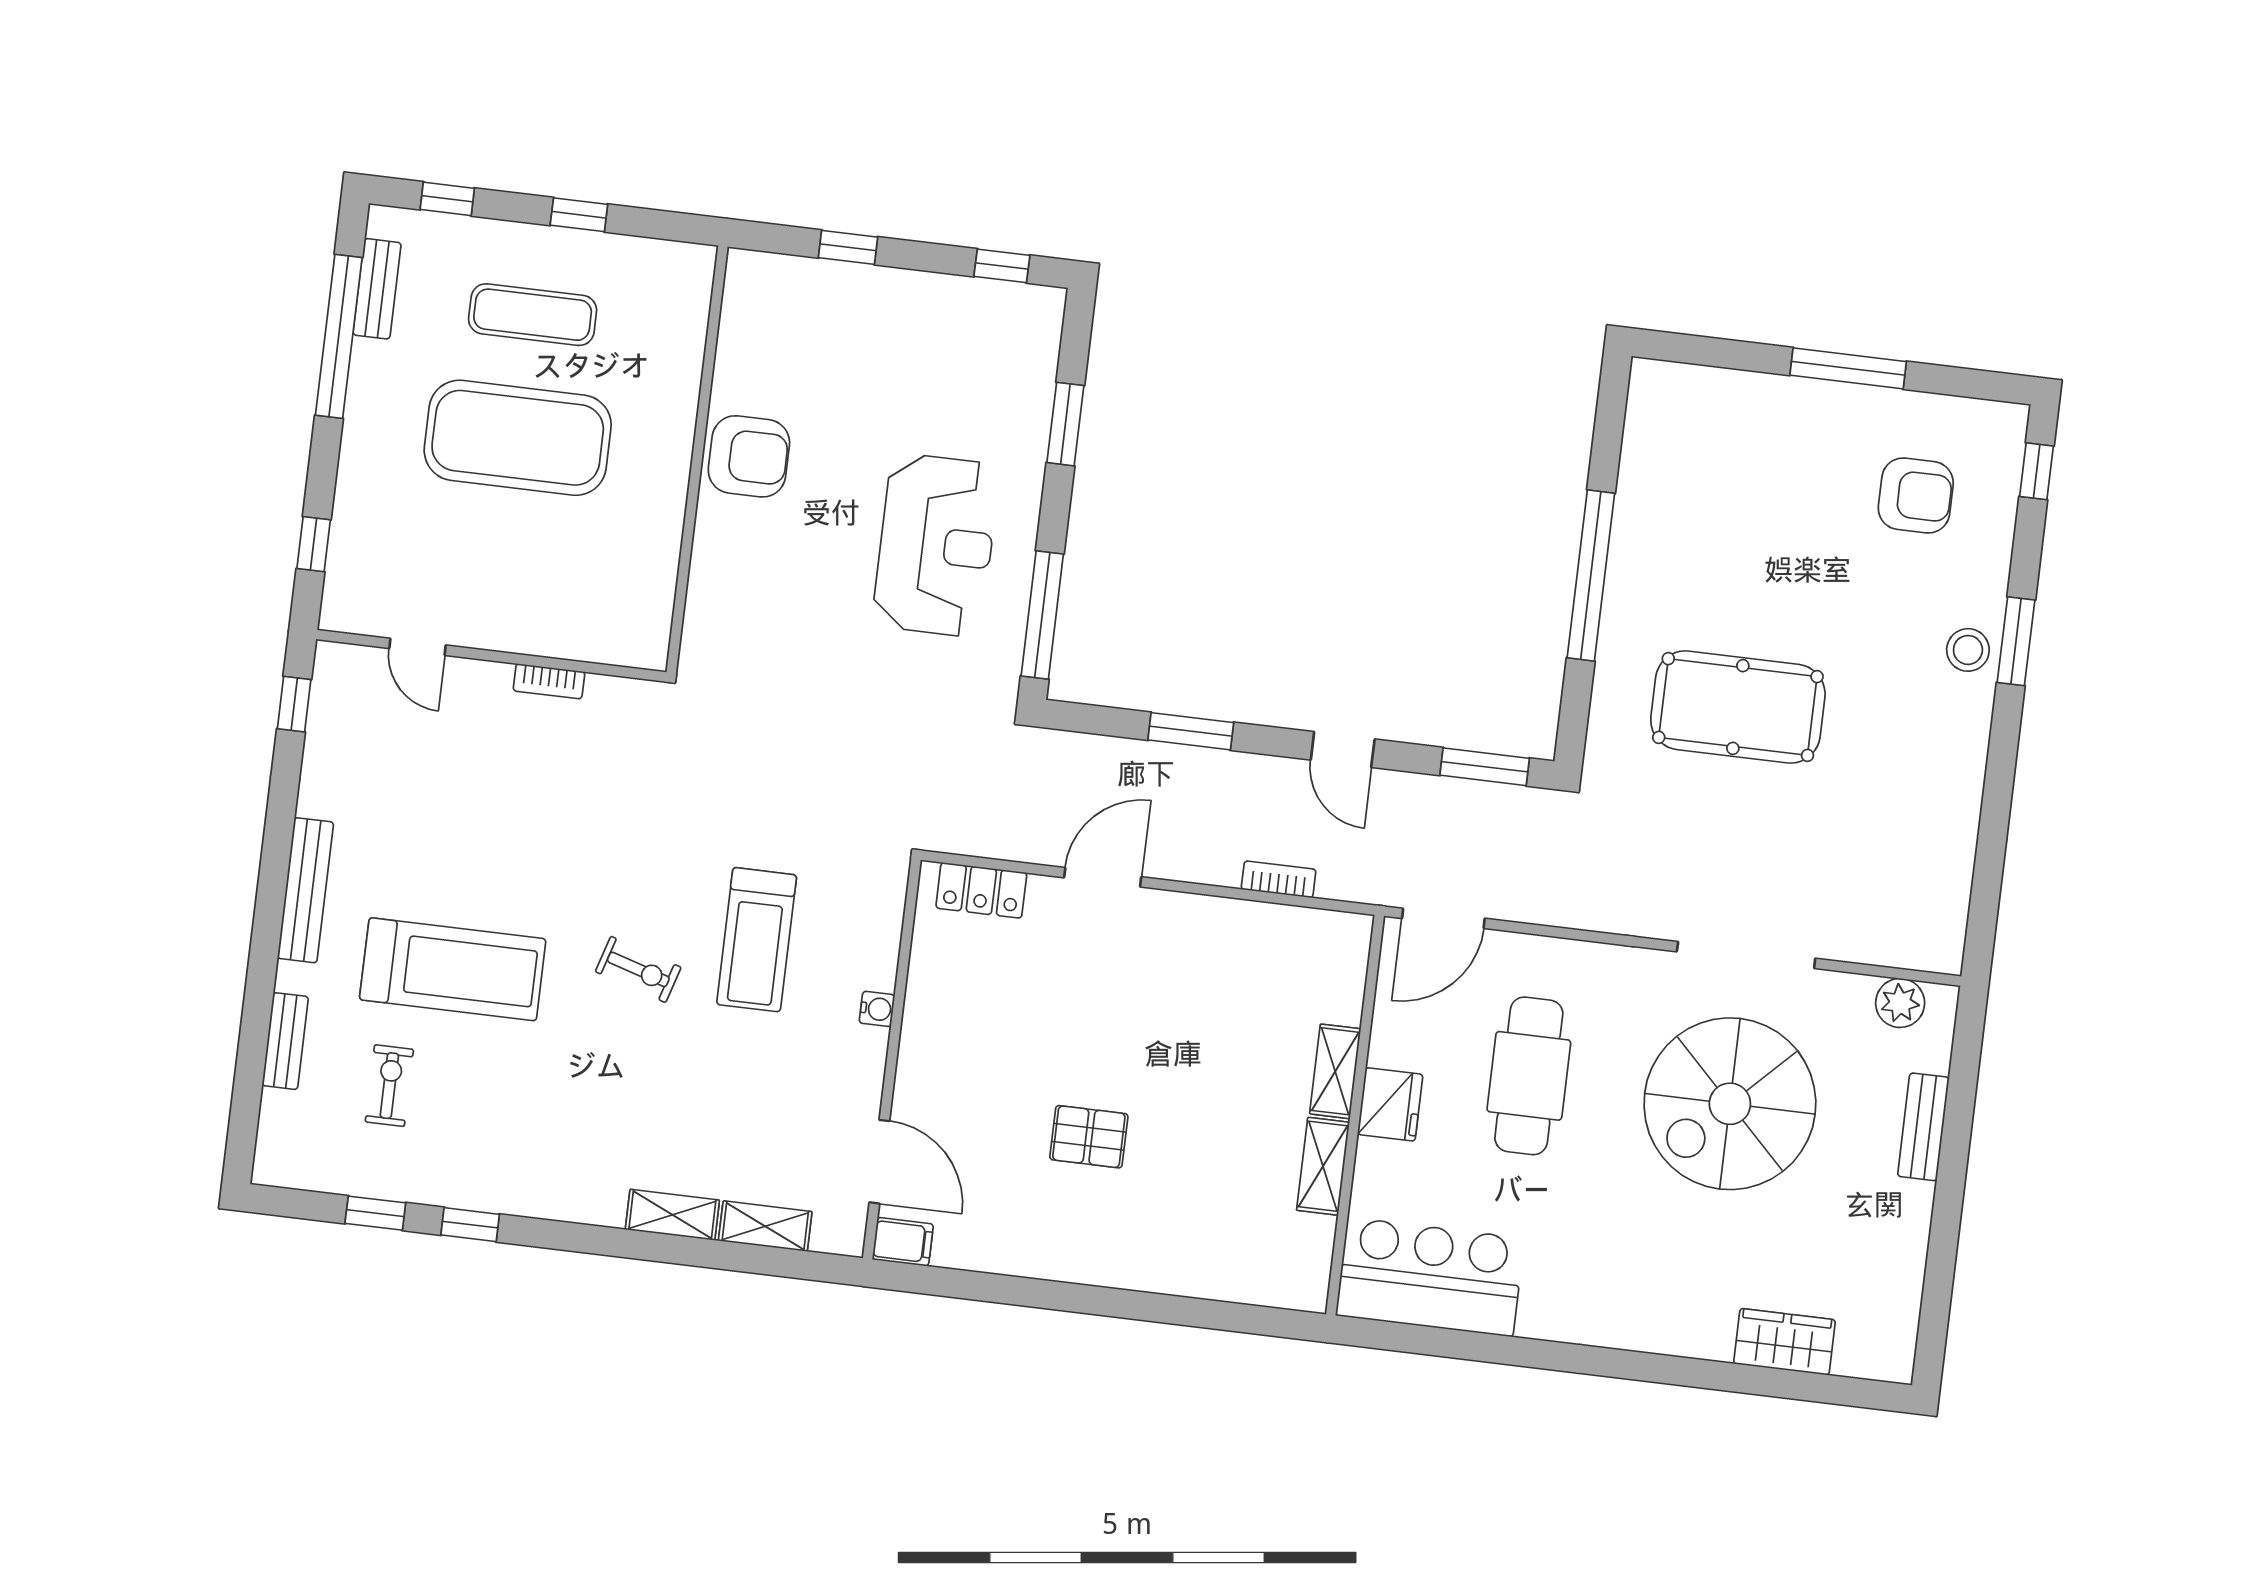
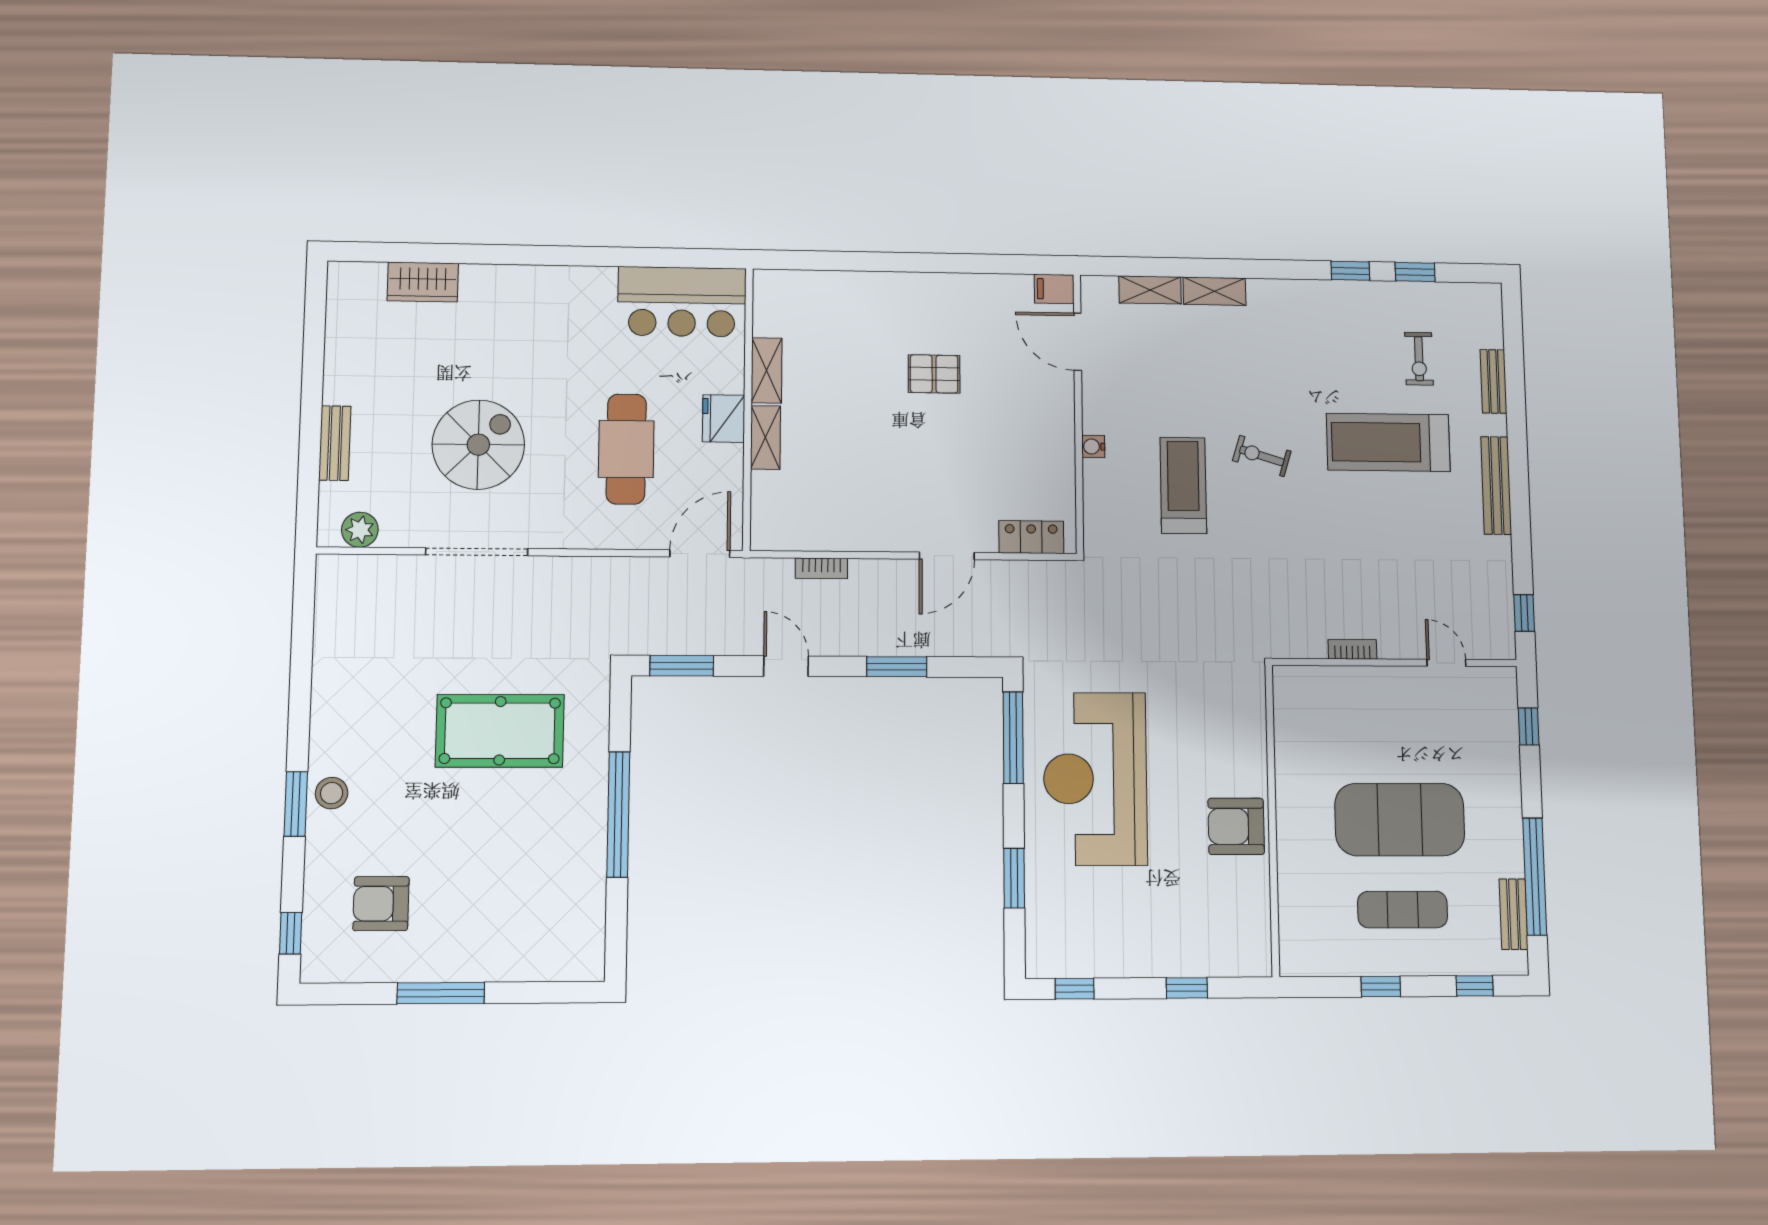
reception desk: (936, 545) -> (1095, 779), width x1.36, depth x1.30
spiral stairs: (1730, 1104) -> (478, 445), width x0.73, depth x0.73

